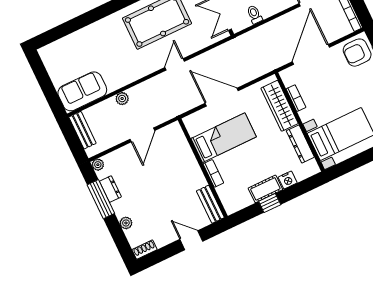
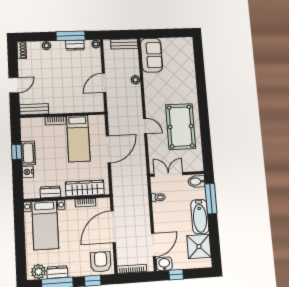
door: (311, 54) -> (113, 227), swing flipped
door: (142, 135) -> (104, 83), hinge flipped
dresser: (300, 144) -> (50, 192), width x0.70

